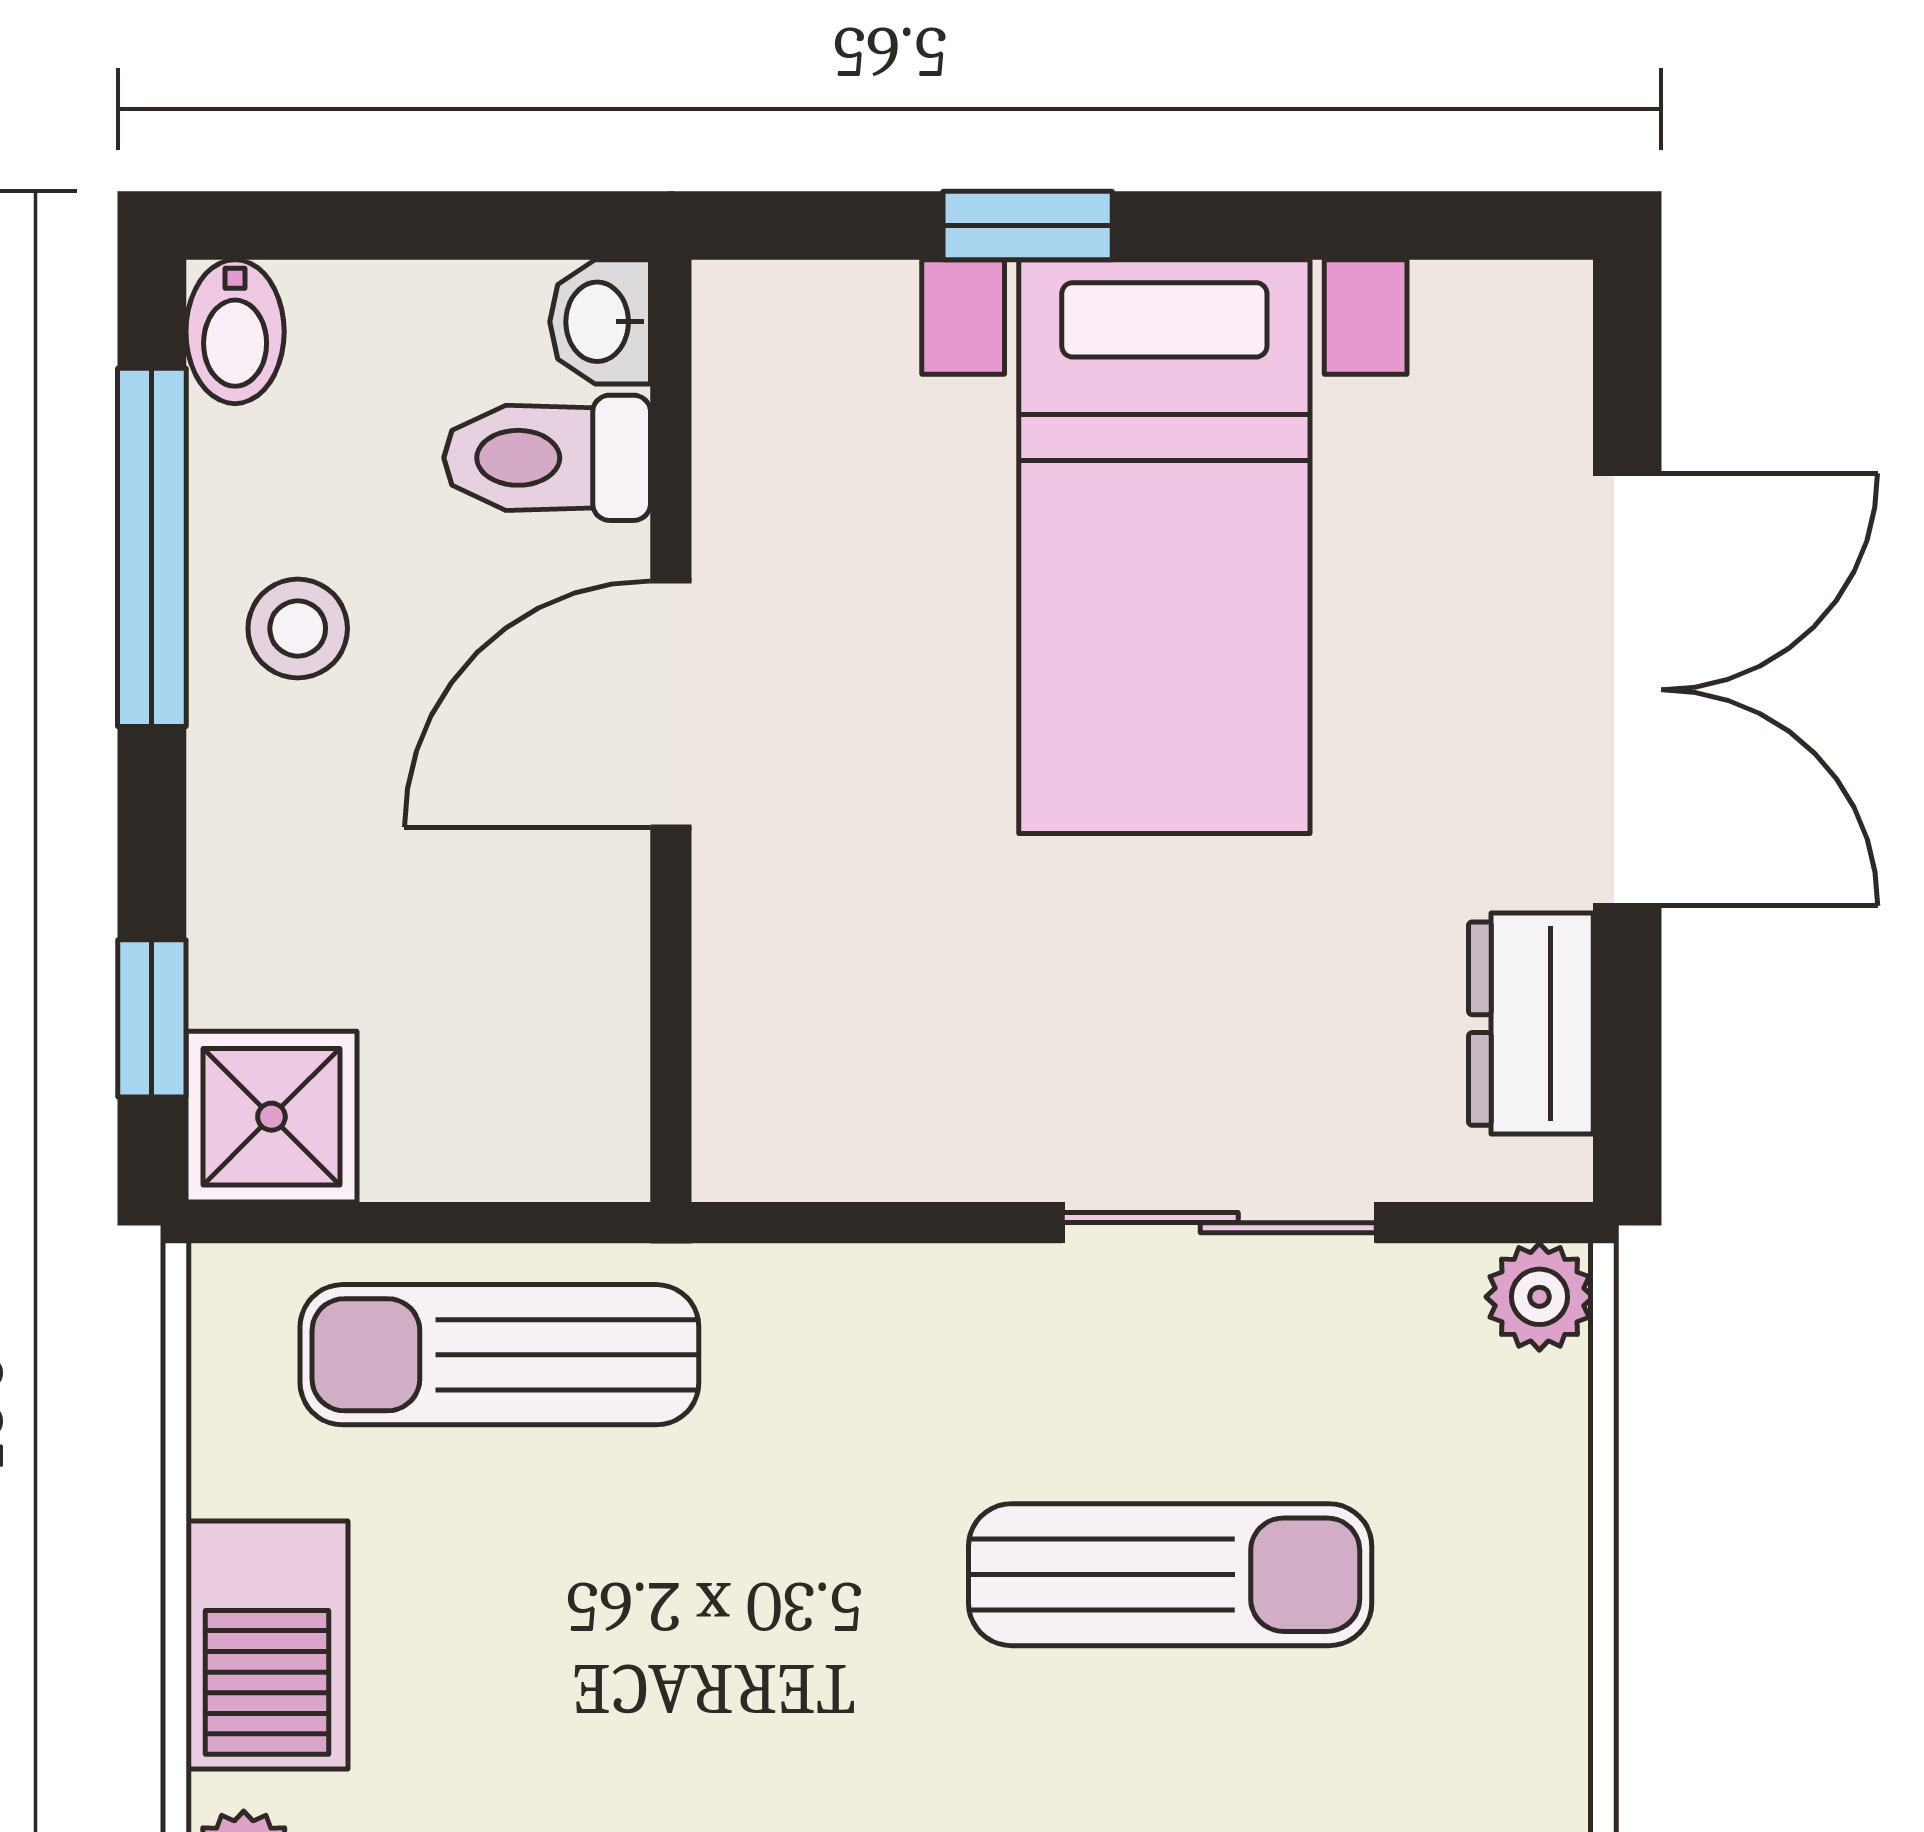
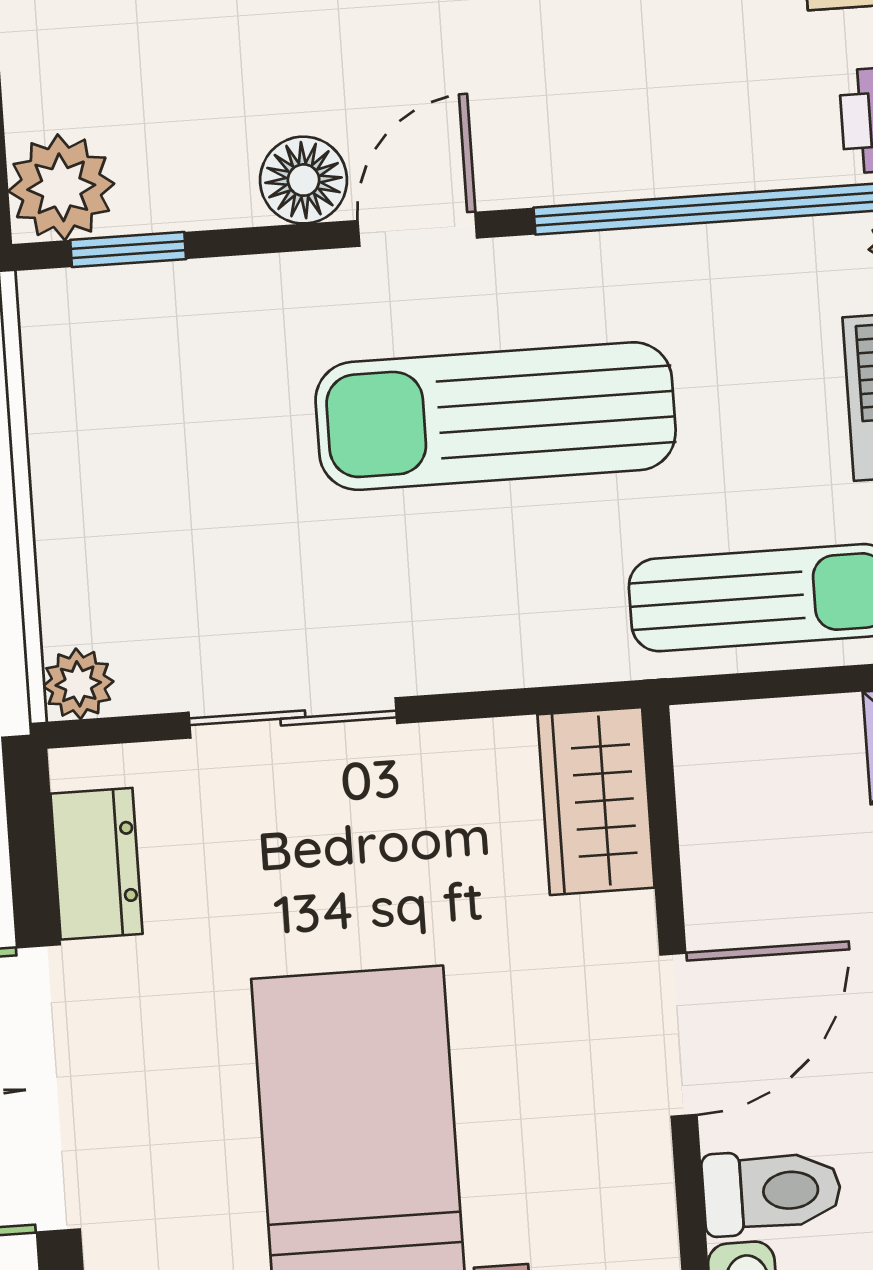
wardrobe: (771, 1065) -> (596, 801), added
sun lounger: (1170, 1575) -> (496, 416), moved, width x1.36, depth x1.34

